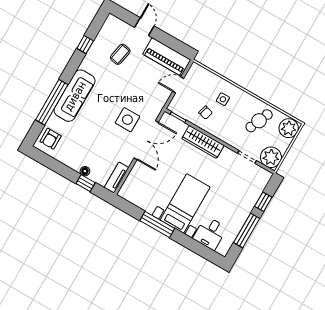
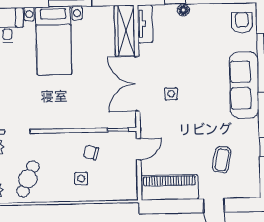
door: (178, 85) -> (139, 149), moved
side table: (127, 120) -> (171, 94), width x0.54, depth x0.54
wardrobe: (203, 142) -> (125, 31), moved, turned -90

